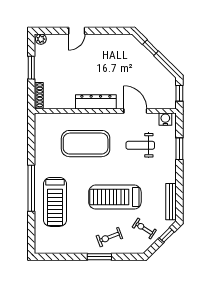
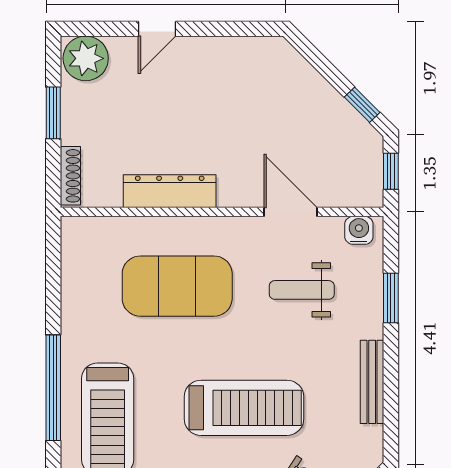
plant: (41, 39) -> (86, 58), width x1.88, depth x1.88
window: (150, 48) -> (362, 105), moved
dresser: (96, 102) -> (170, 191), moved
treadmill: (115, 197) -> (244, 408), turned 180
bench: (171, 202) -> (372, 382), moved

